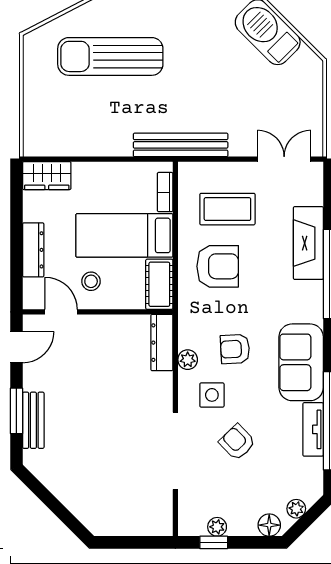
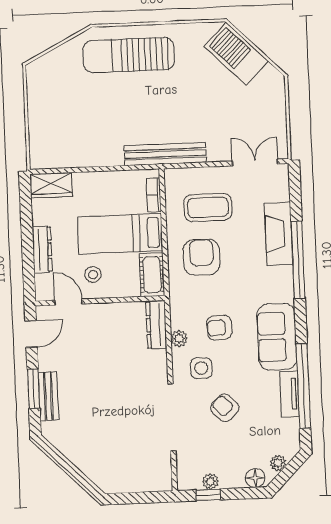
sun lounger: (110, 56) -> (129, 55), moved
armchair: (218, 266) -> (202, 257), turned -90

